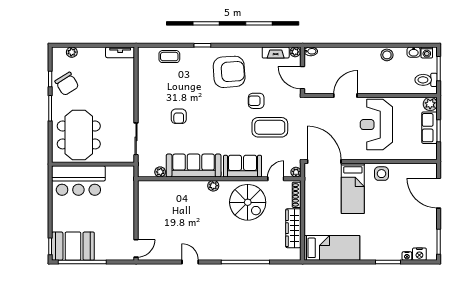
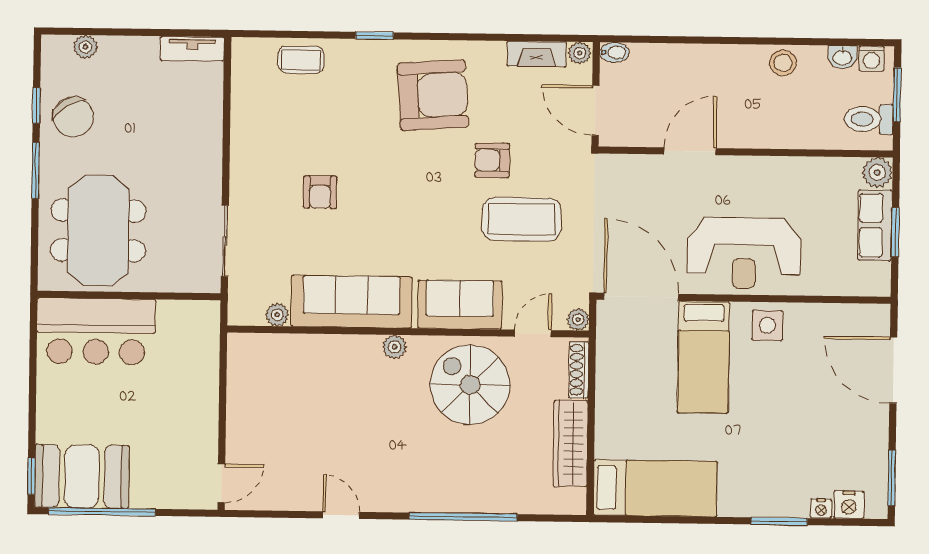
reception desk: (376, 125) -> (744, 253), moved, turned -90
spiral stairs: (248, 202) -> (470, 385), turned 180

